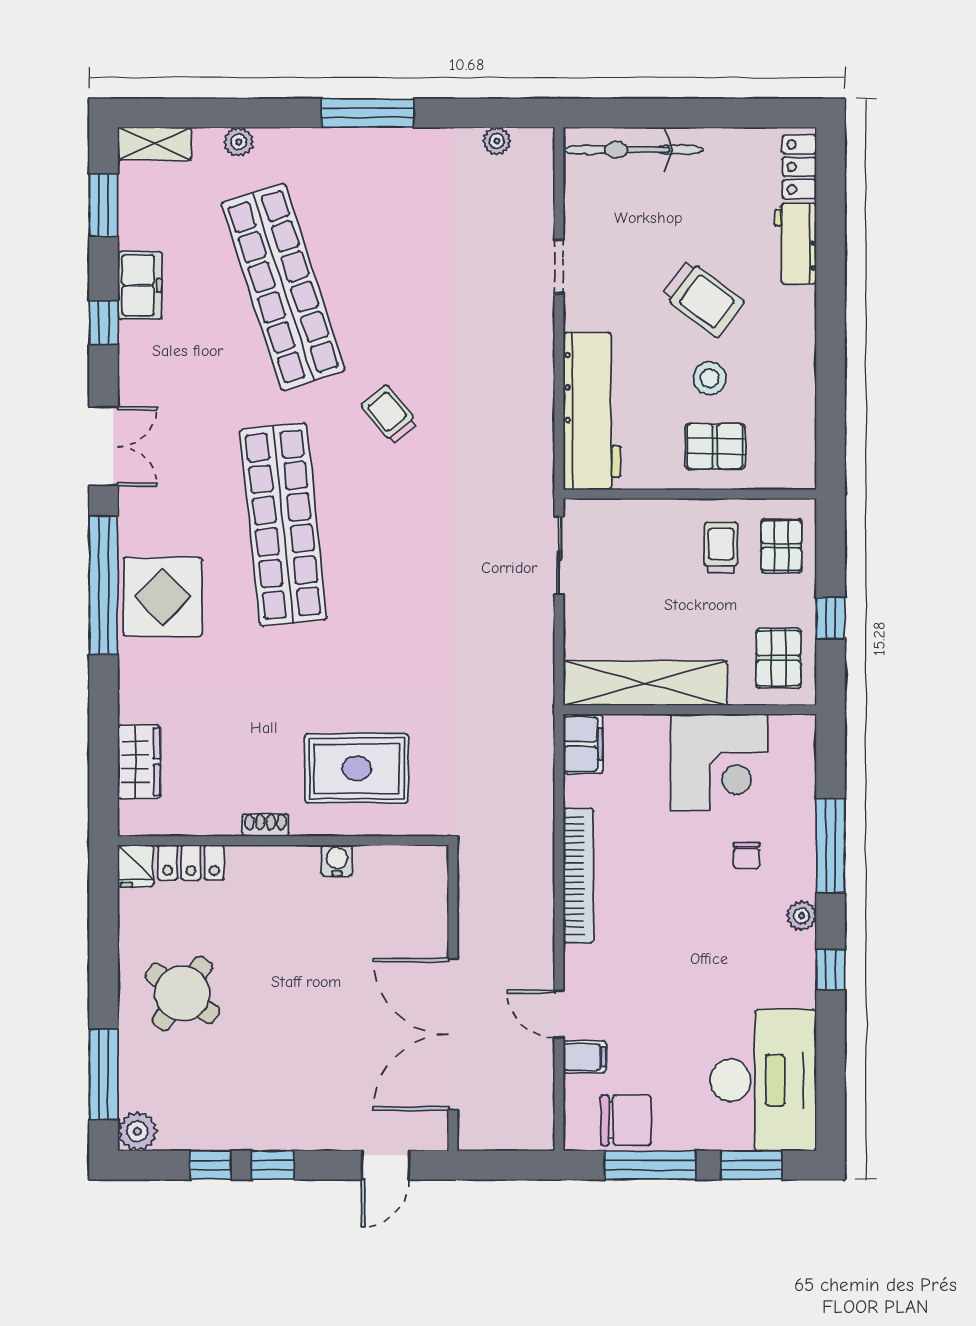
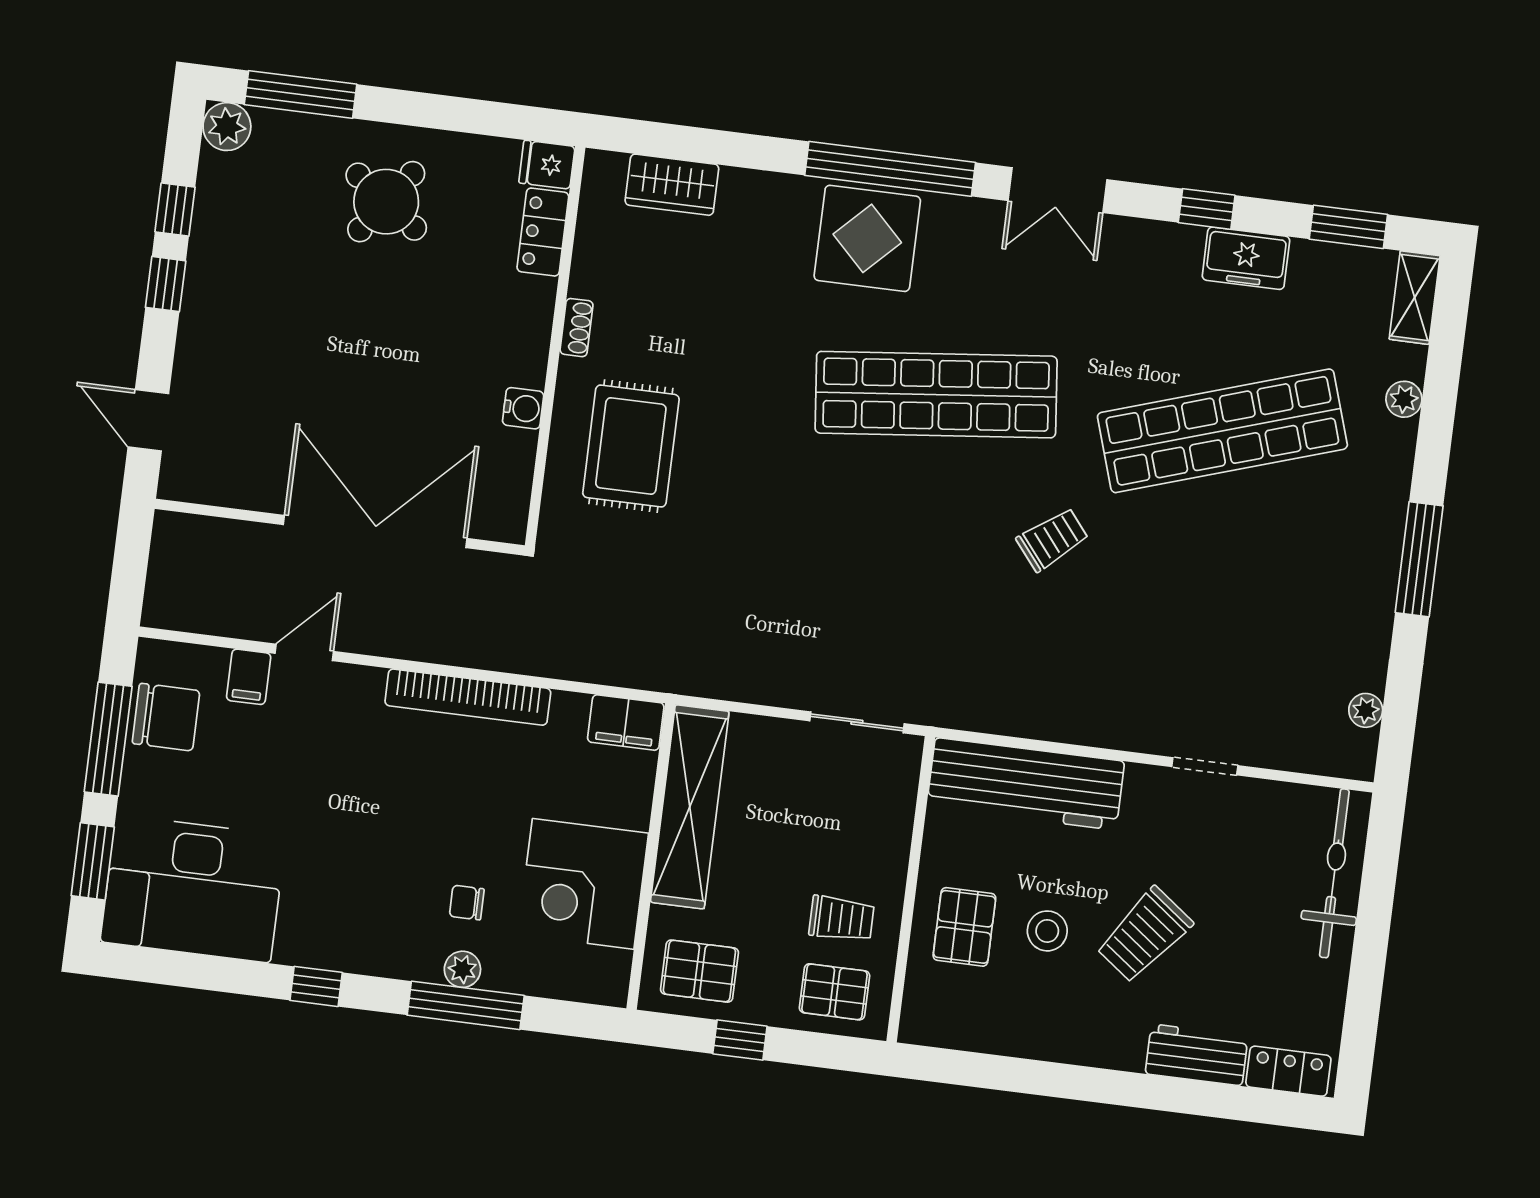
plant: (801, 916) -> (462, 969), moved
double door: (453, 1034) -> (375, 532), moved
chair: (626, 1120) -> (166, 717), turned -90

